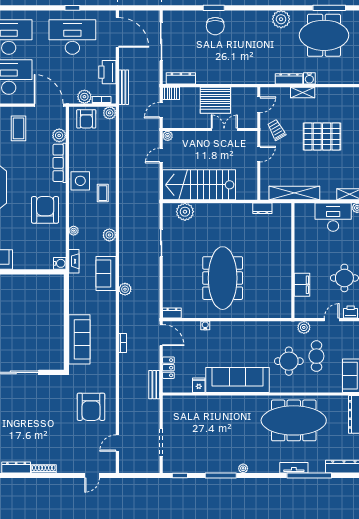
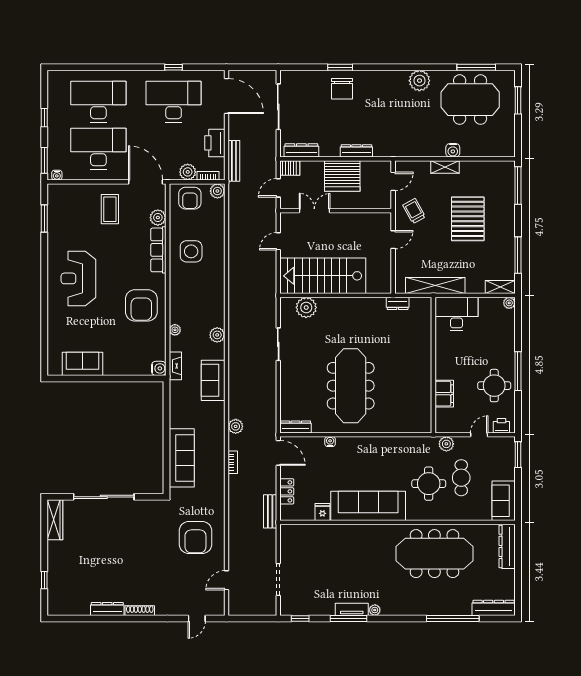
dresser: (289, 79) -> (356, 151), moved
double door: (224, 129) -> (314, 211), moved
plant: (168, 136) -> (286, 218), removed
pallet: (322, 136) -> (468, 219), turned 90
side table: (80, 181) -> (191, 251), moved
coffee table: (103, 193) -> (209, 286), removed
armchair: (45, 210) -> (141, 305), turned 180
desk: (333, 217) -> (456, 314), moved
plant: (125, 289) -> (236, 426), moved
dresser: (172, 313) -> (296, 427), width x1.44
tv unit: (294, 468) -> (352, 609), moved

